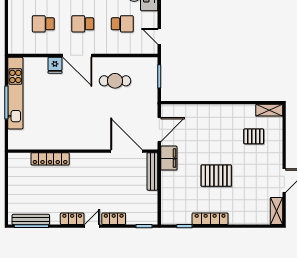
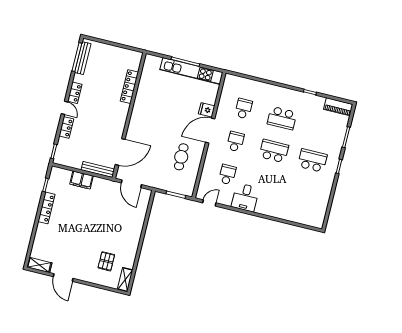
school desk: (122, 24) -> (227, 175), turned 180
filing cabinet: (169, 158) -> (82, 180), moved
pallet: (216, 176) -> (81, 222), removed

